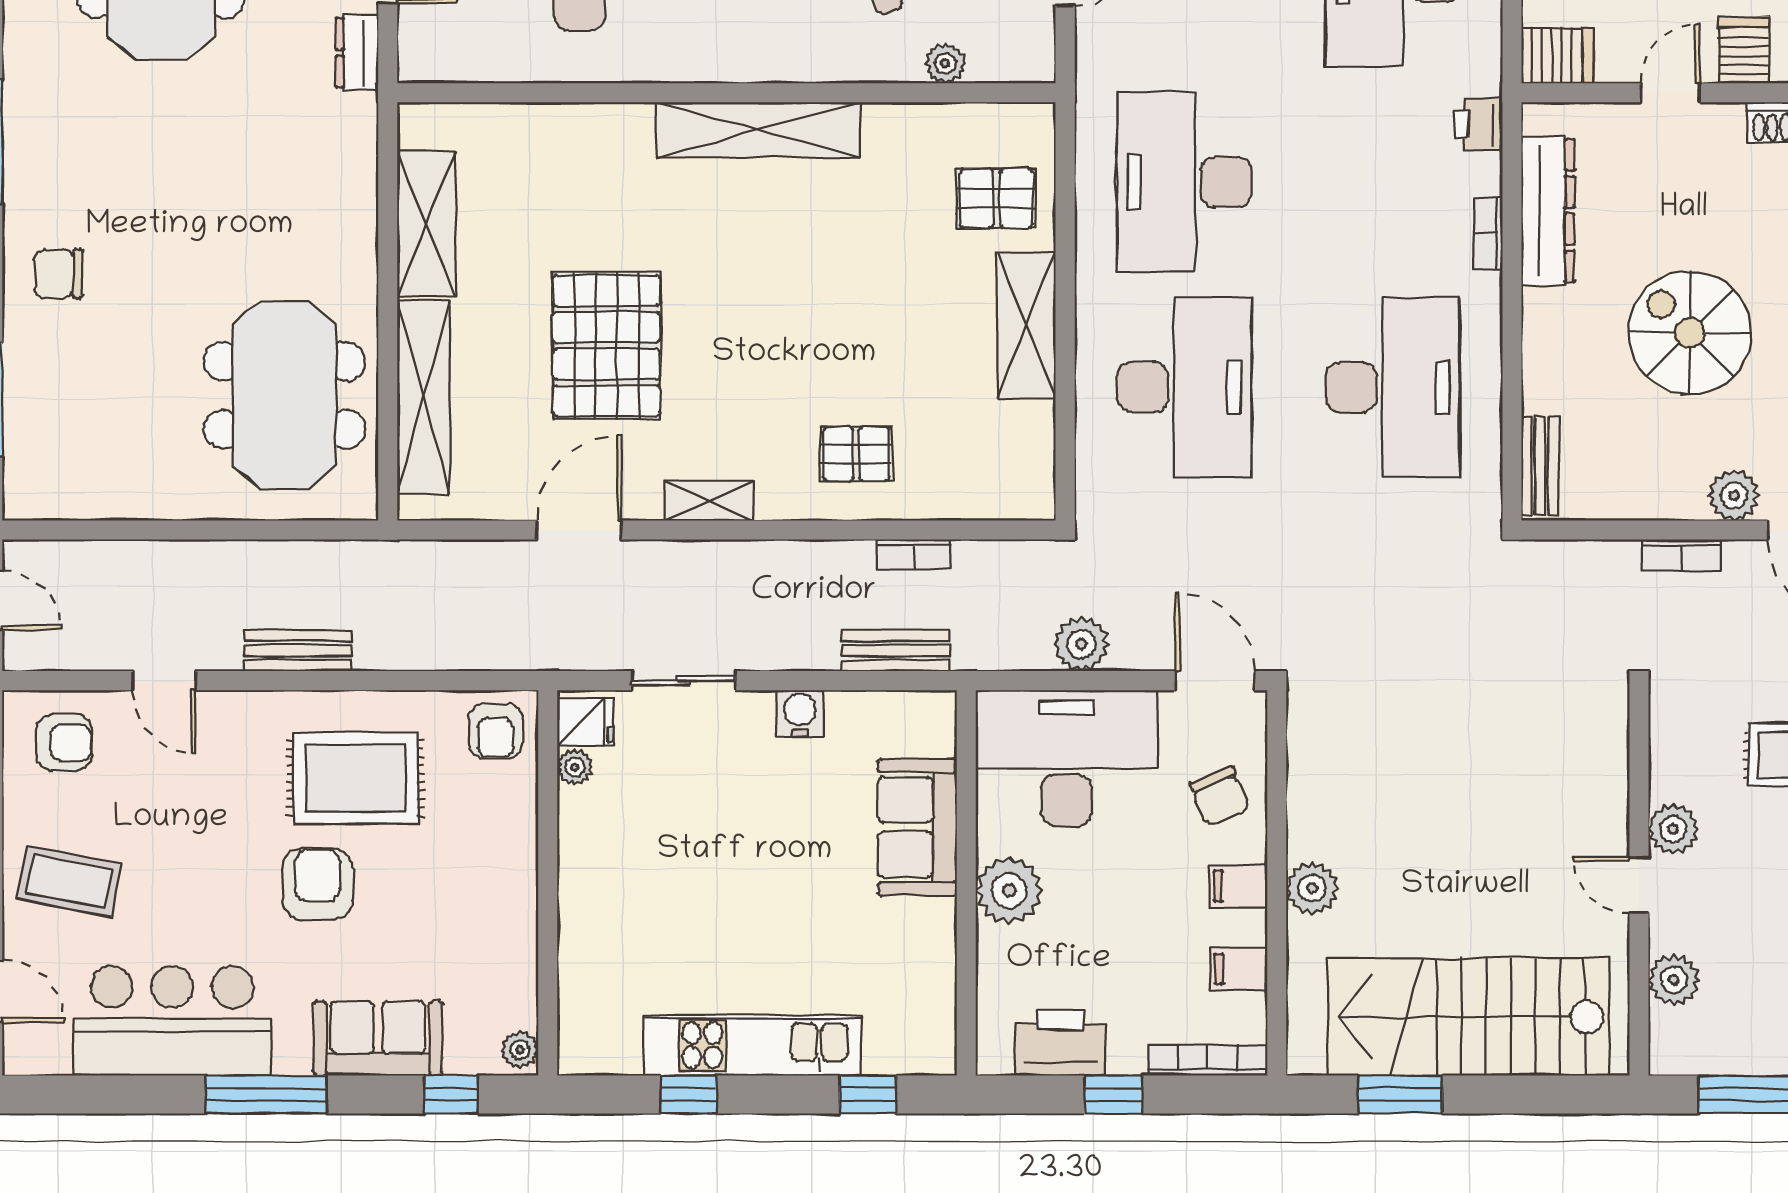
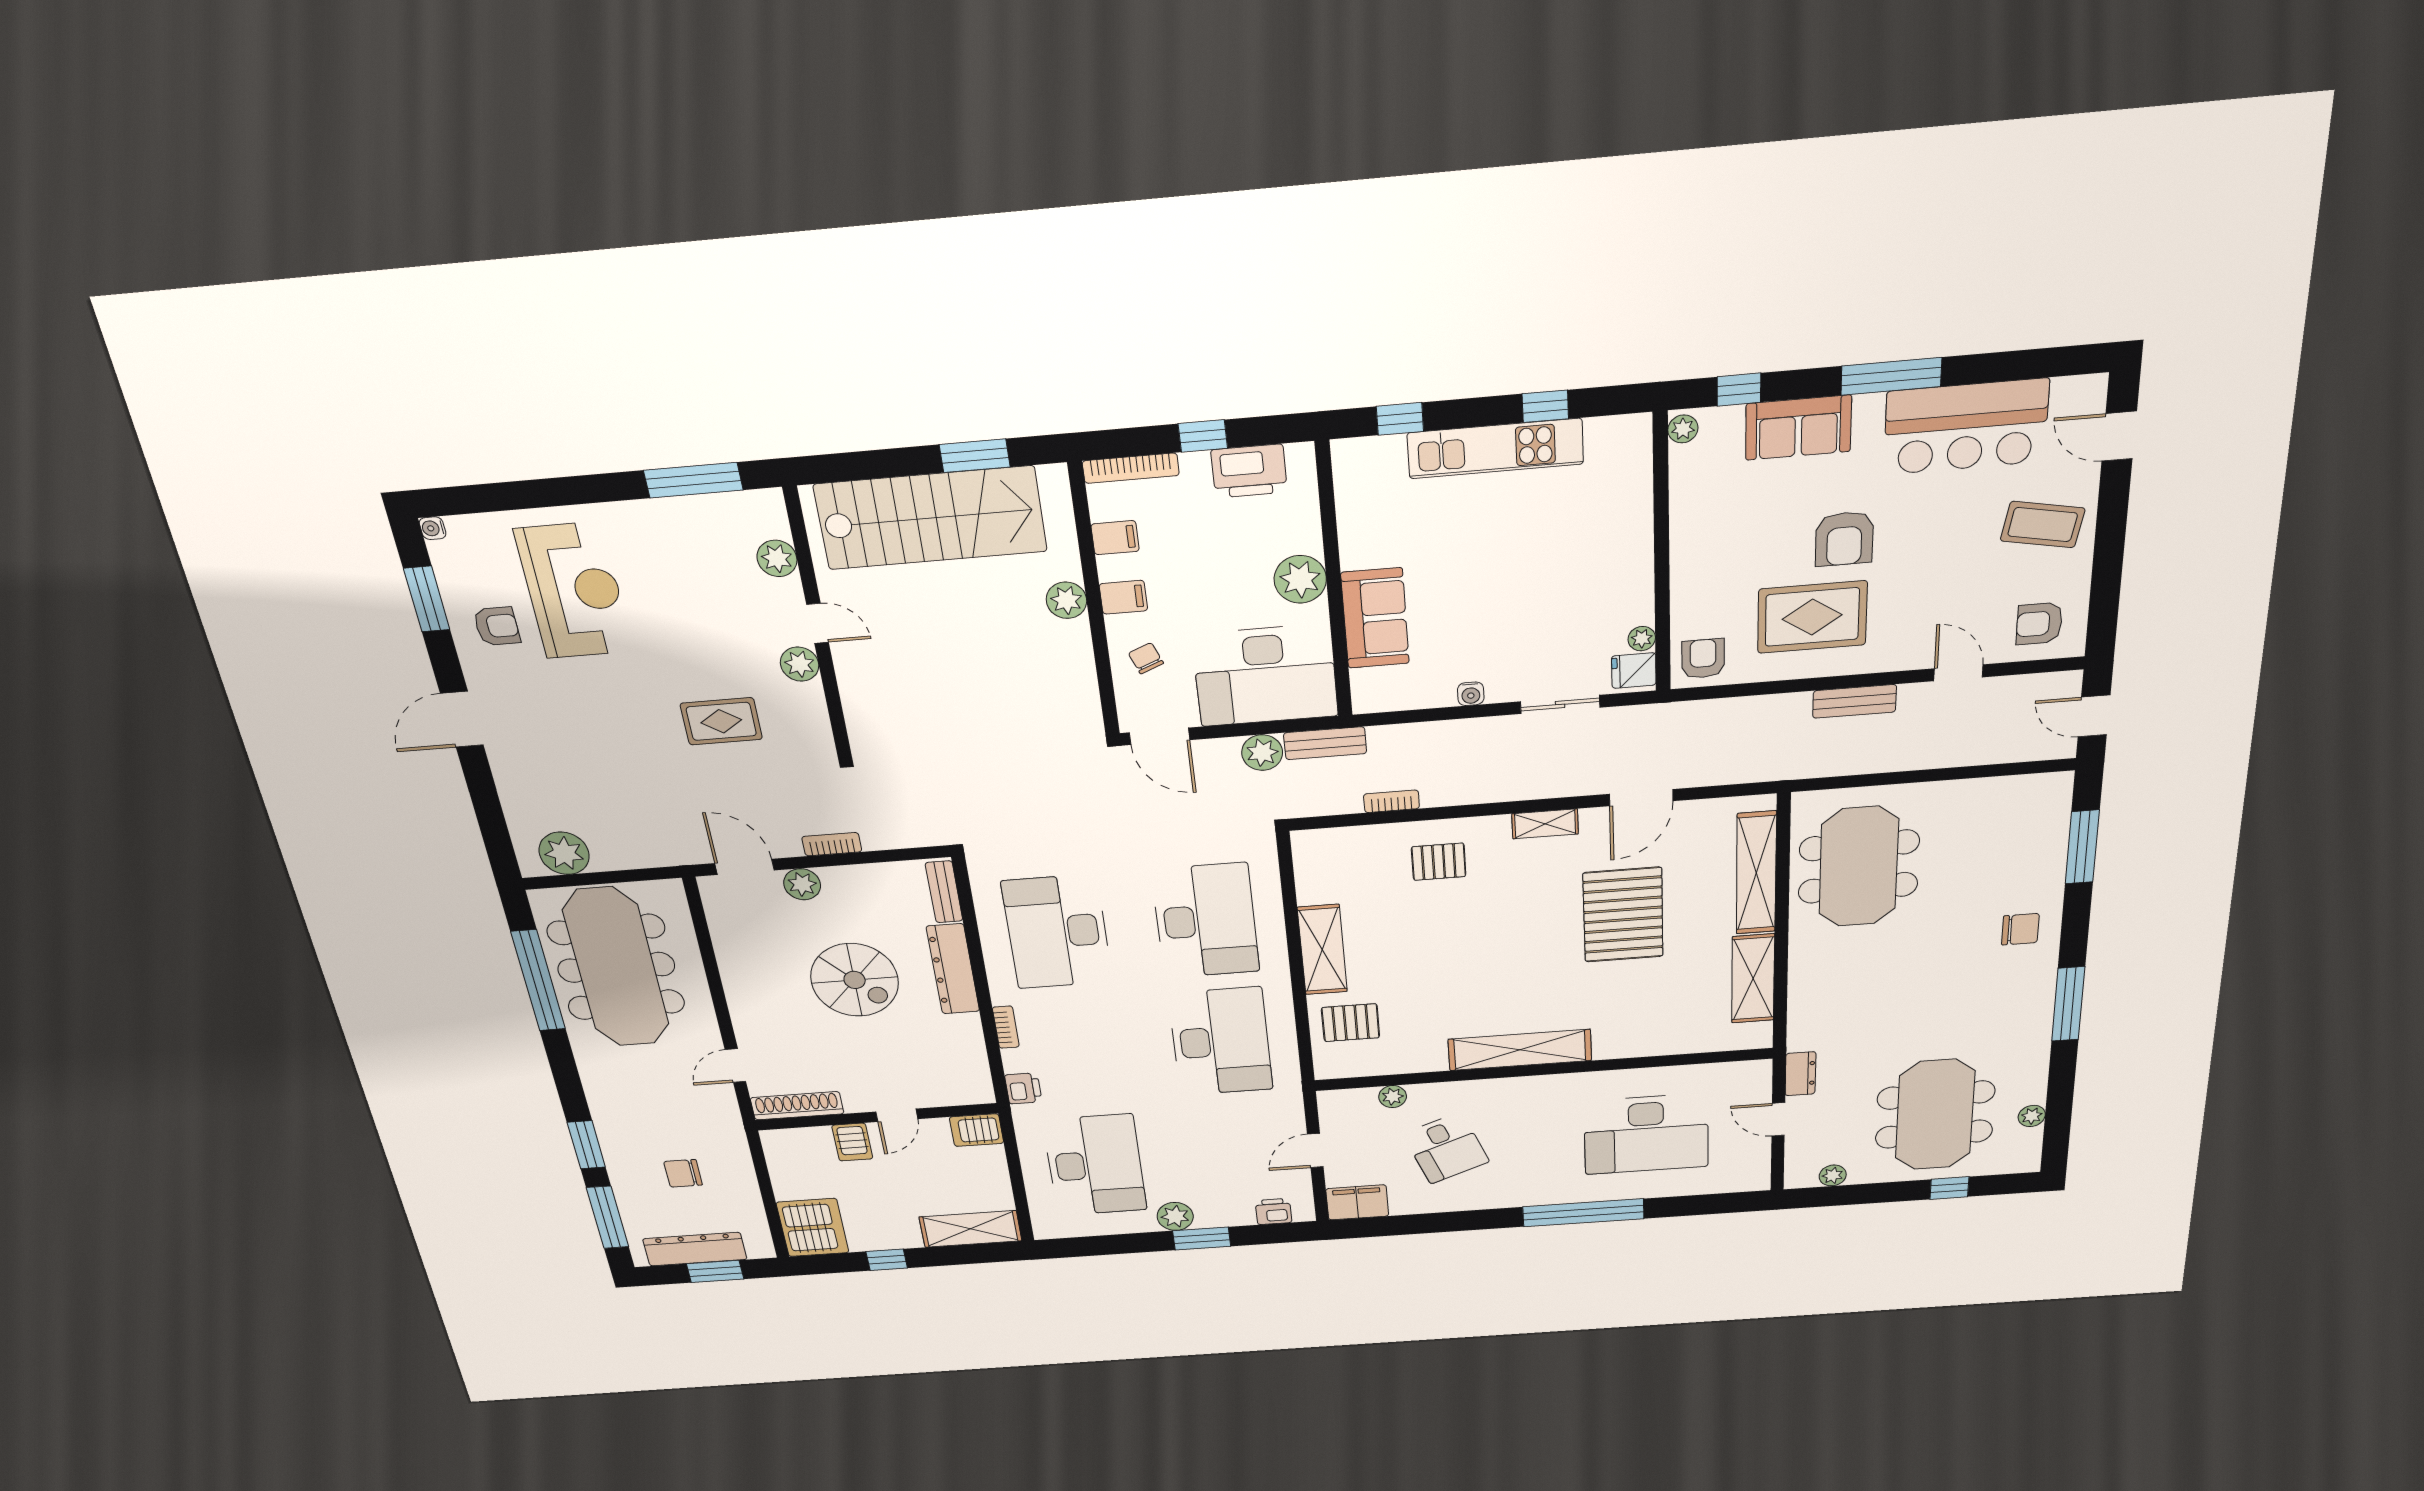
dresser: (1548, 211) -> (953, 969), moved
desk: (1184, 387) -> (1206, 921), turned 180
bench: (896, 651) -> (1325, 743), moved
water cooler: (800, 713) -> (1471, 694), width x0.72, depth x0.72
chair: (1220, 797) -> (1146, 658), width x0.73, depth x0.73

